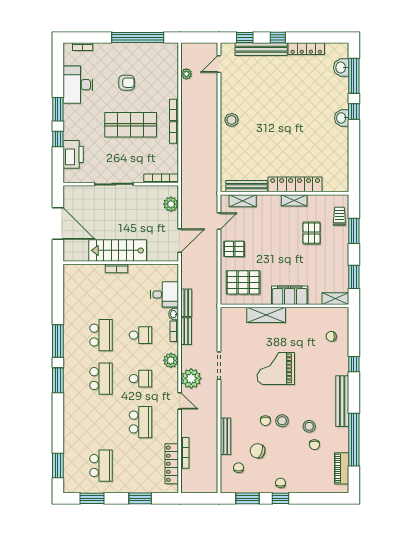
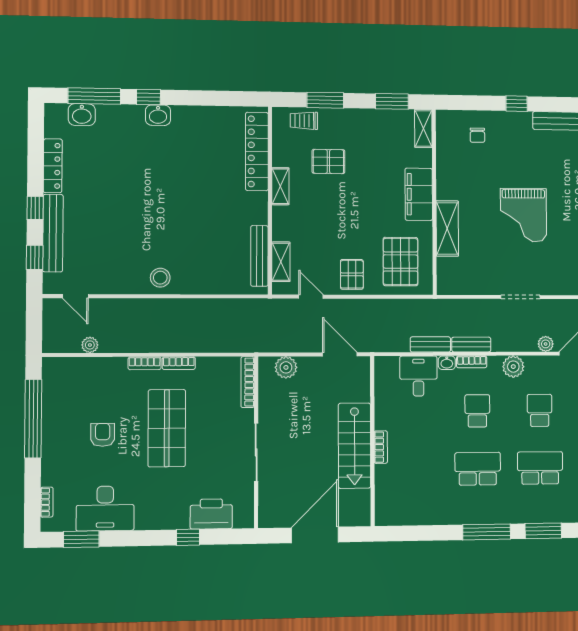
window: (58, 109) -> (81, 539), moved
locker: (295, 184) -> (257, 151), moved
plant: (191, 378) -> (546, 344), width x0.53, depth x0.53

